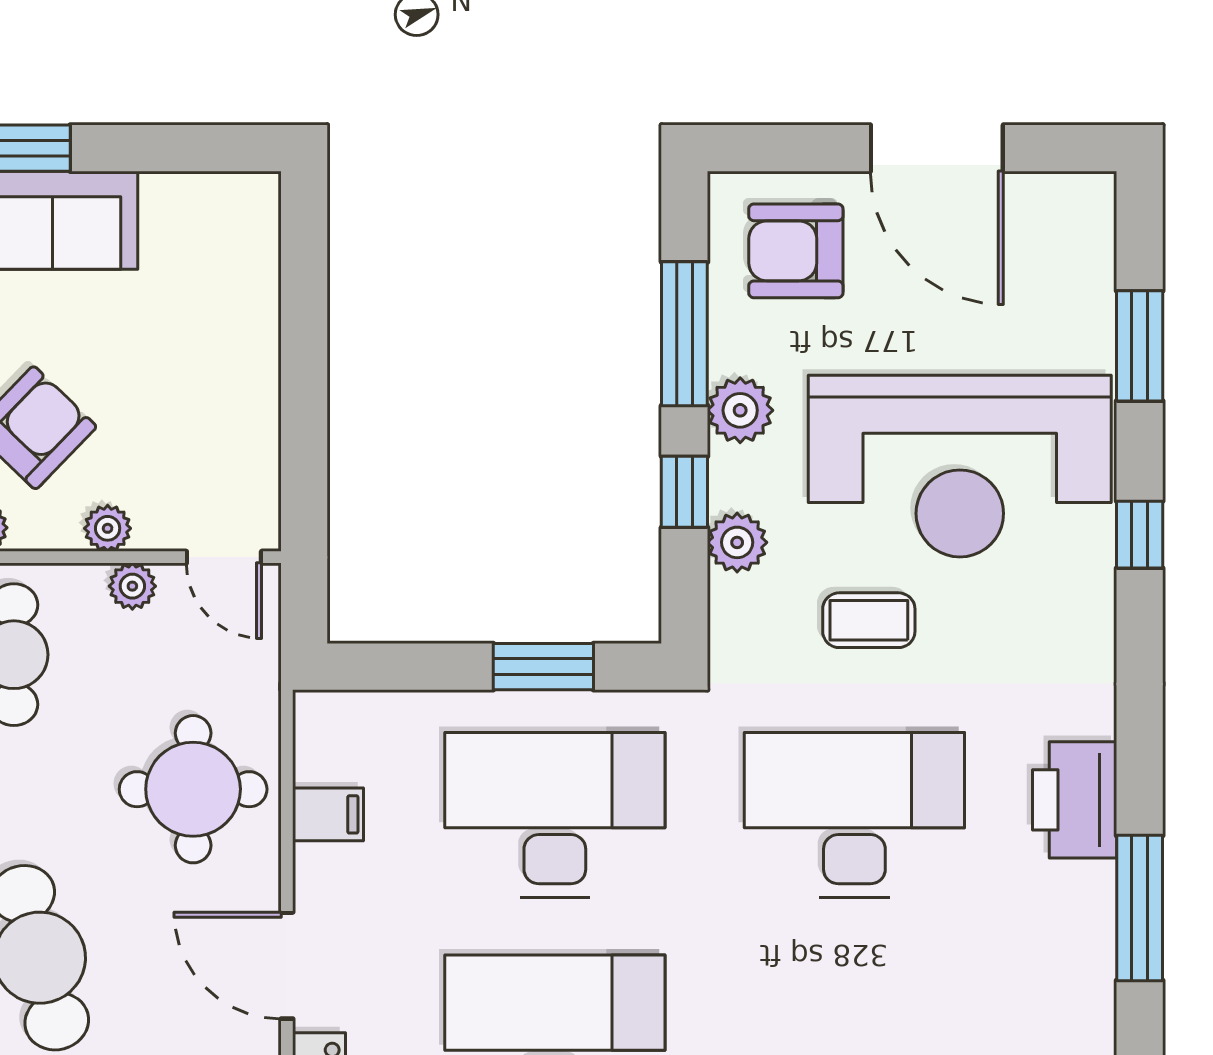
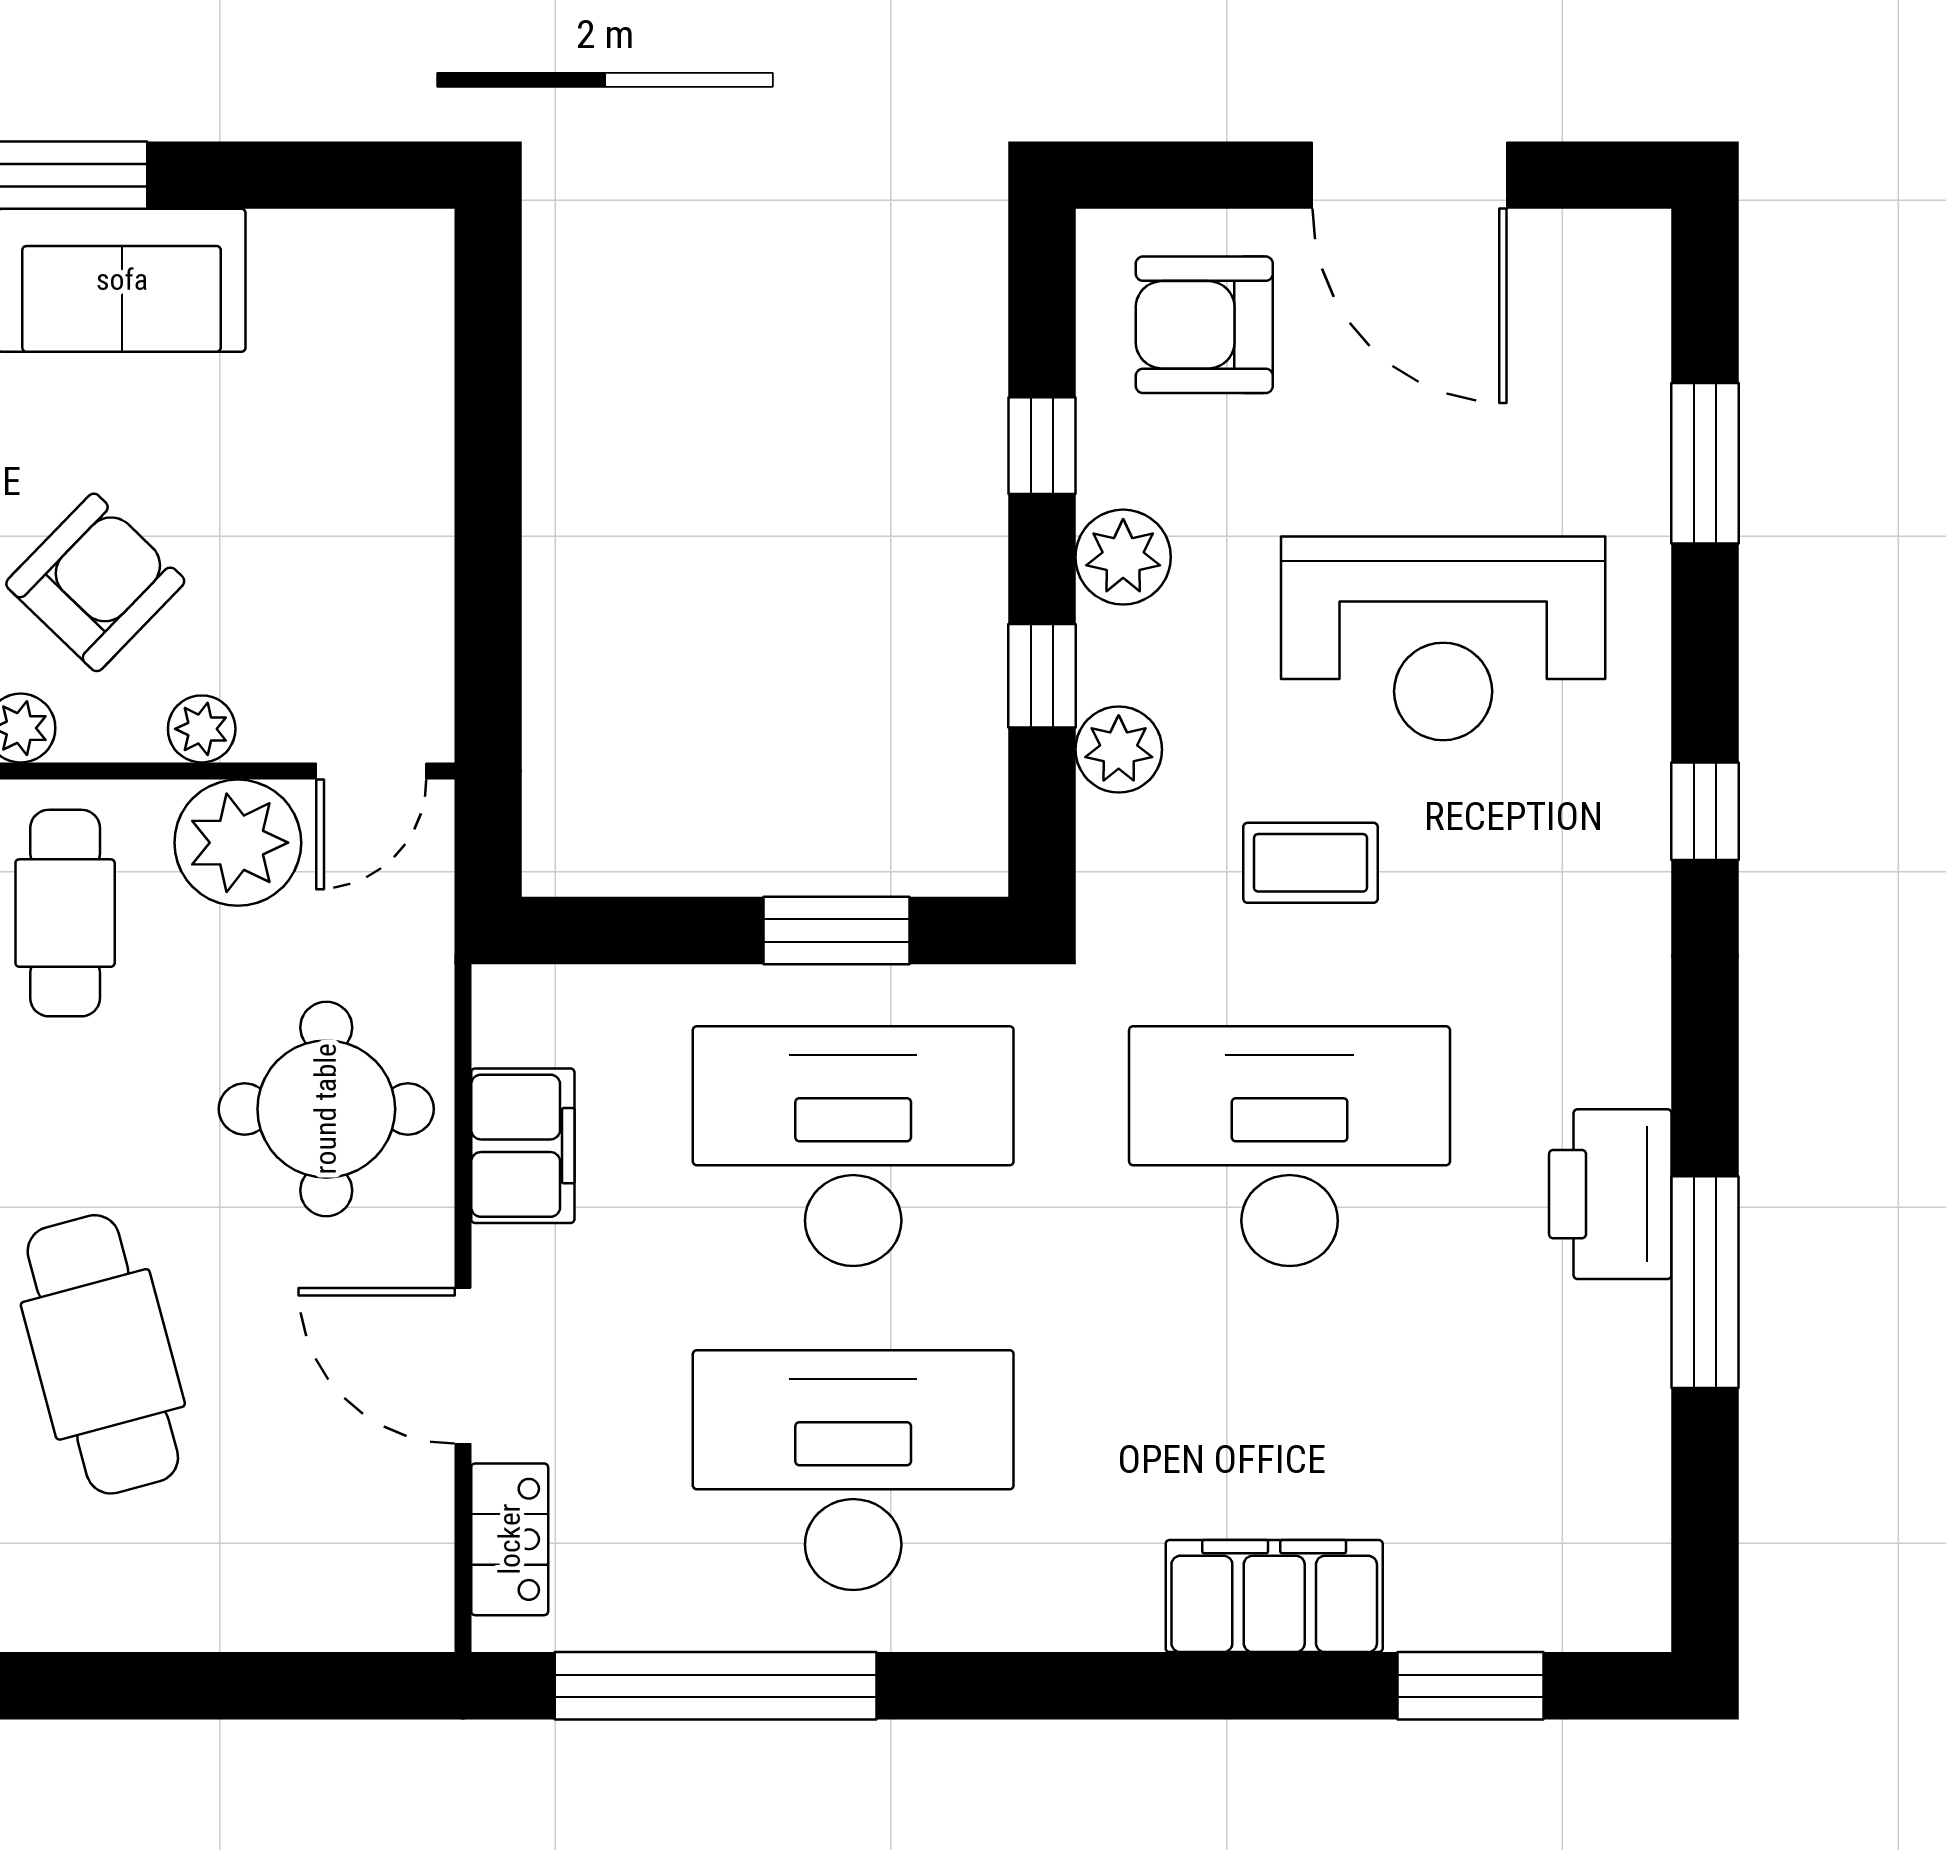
window: (684, 334) -> (1042, 446), width x0.46
reception desk: (960, 466) -> (1443, 638), width x0.74, depth x0.77
window: (1140, 535) -> (1705, 811), moved
door: (224, 557) -> (371, 771), hinge flipped
plant: (132, 586) -> (238, 843), width x1.88, depth x1.88
printer: (1075, 800) -> (1610, 1194), moved
filing cabinet: (328, 814) -> (523, 1146), width x2.00

